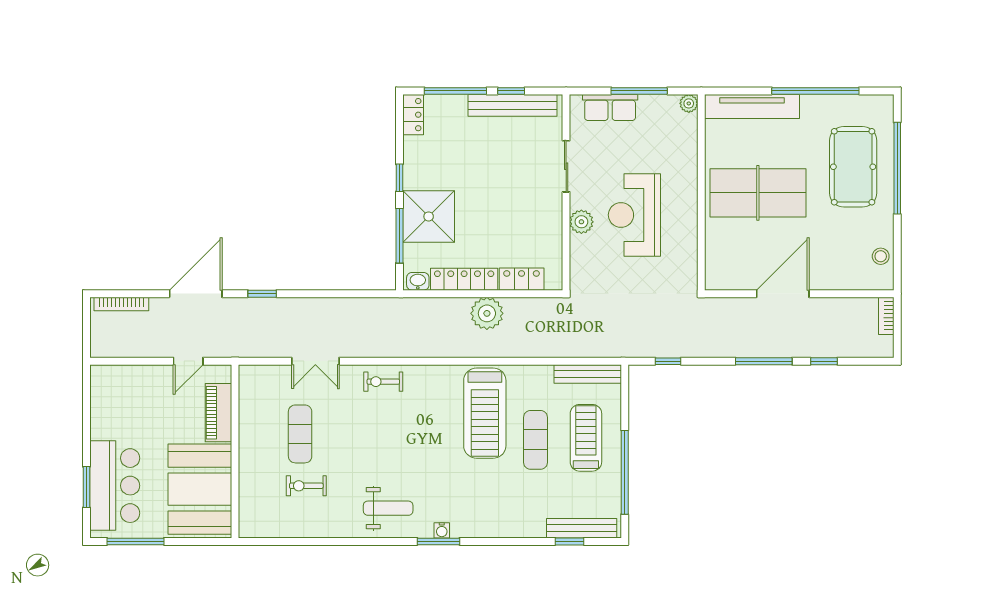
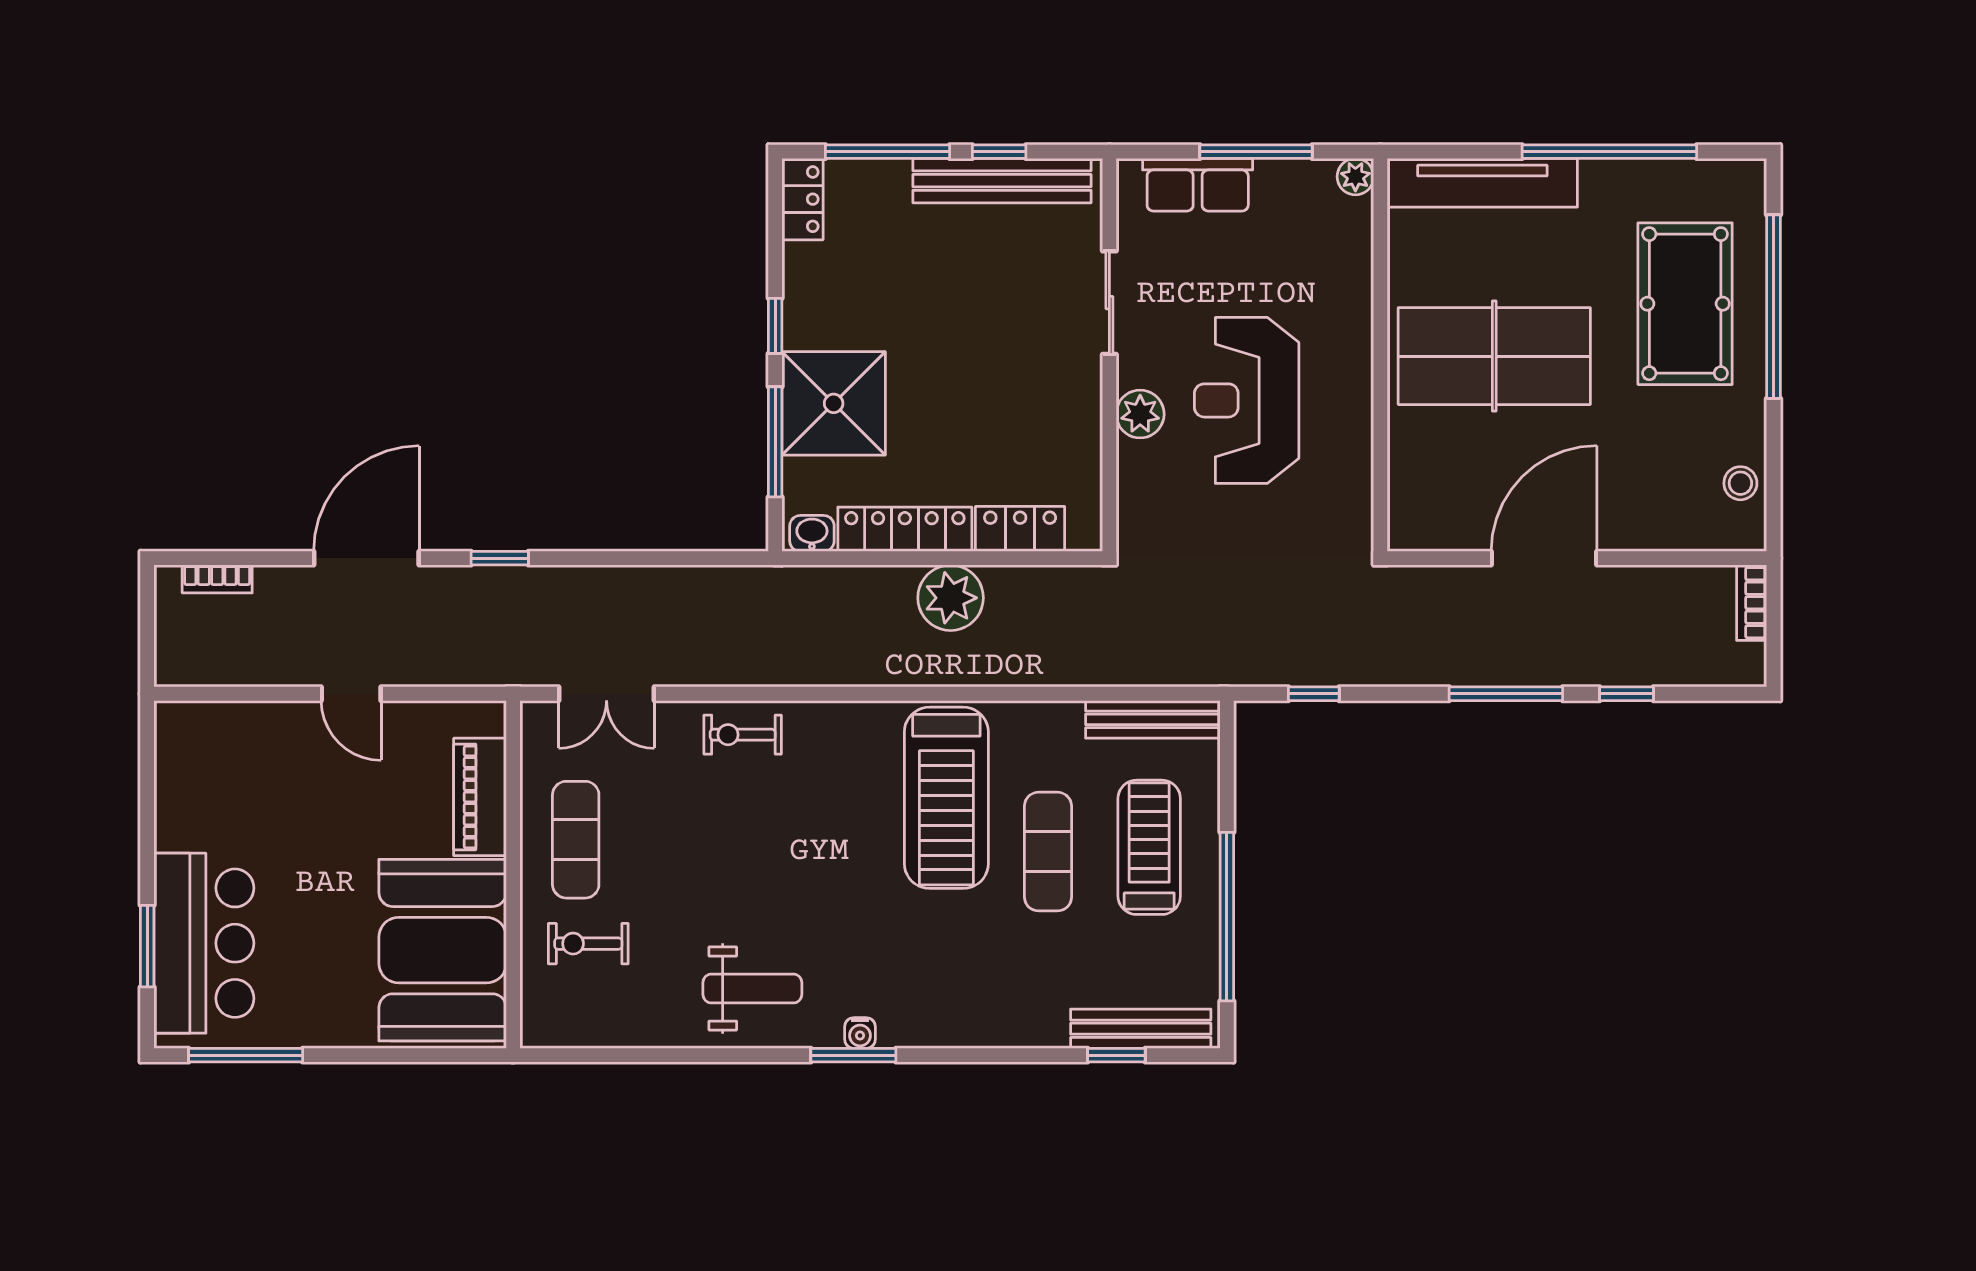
bookcase: (121, 304) -> (217, 579), width x0.64
door: (188, 361) -> (351, 694), hinge flipped
piano: (219, 413) -> (480, 797), moved
wall: (235, 451) -> (513, 874), moved
booth: (200, 489) -> (443, 950), moved

